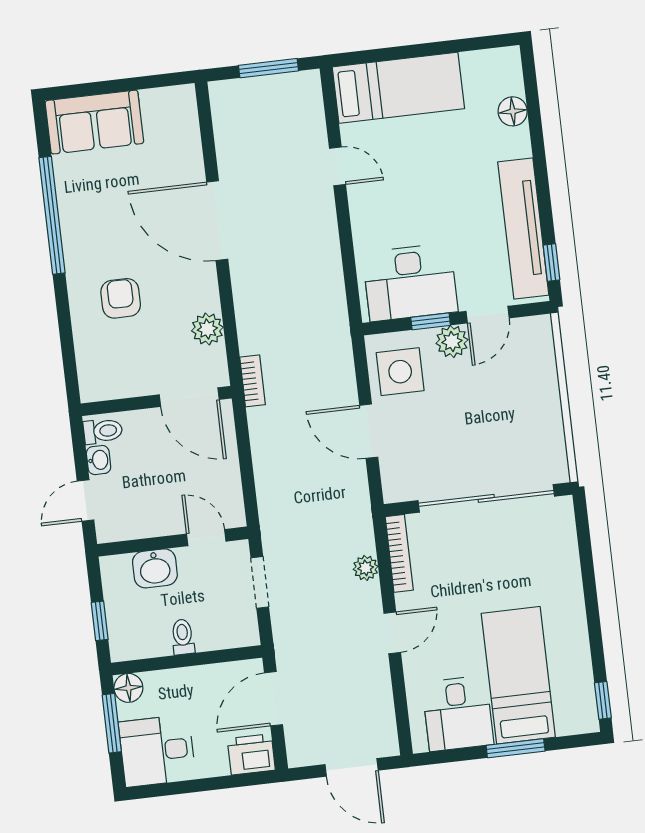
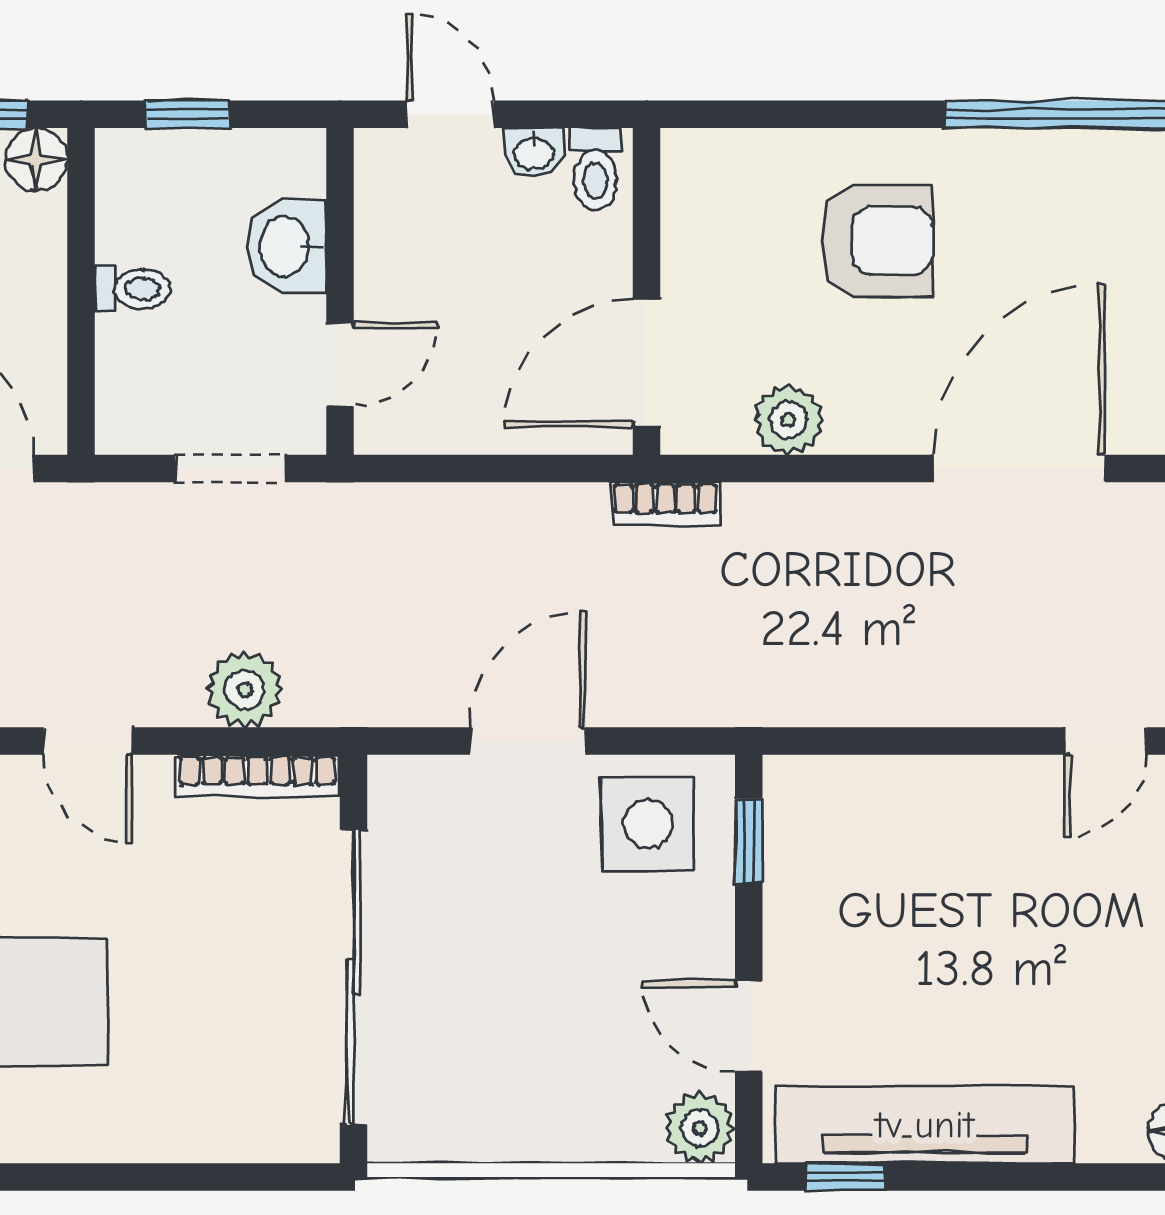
desk: (410, 282) -> (838, 868), removed
armchair: (121, 298) -> (876, 241), width x1.38, depth x1.38
window: (431, 321) -> (749, 841), moved
plant: (452, 341) -> (700, 1128), moved
plant: (366, 568) -> (245, 690), width x1.38, depth x1.38

